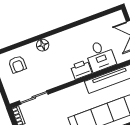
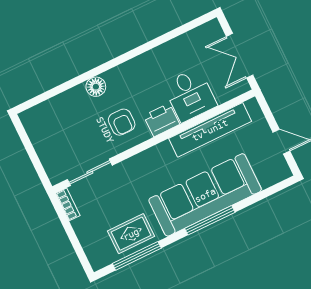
armchair: (17, 64) -> (122, 122), moved

